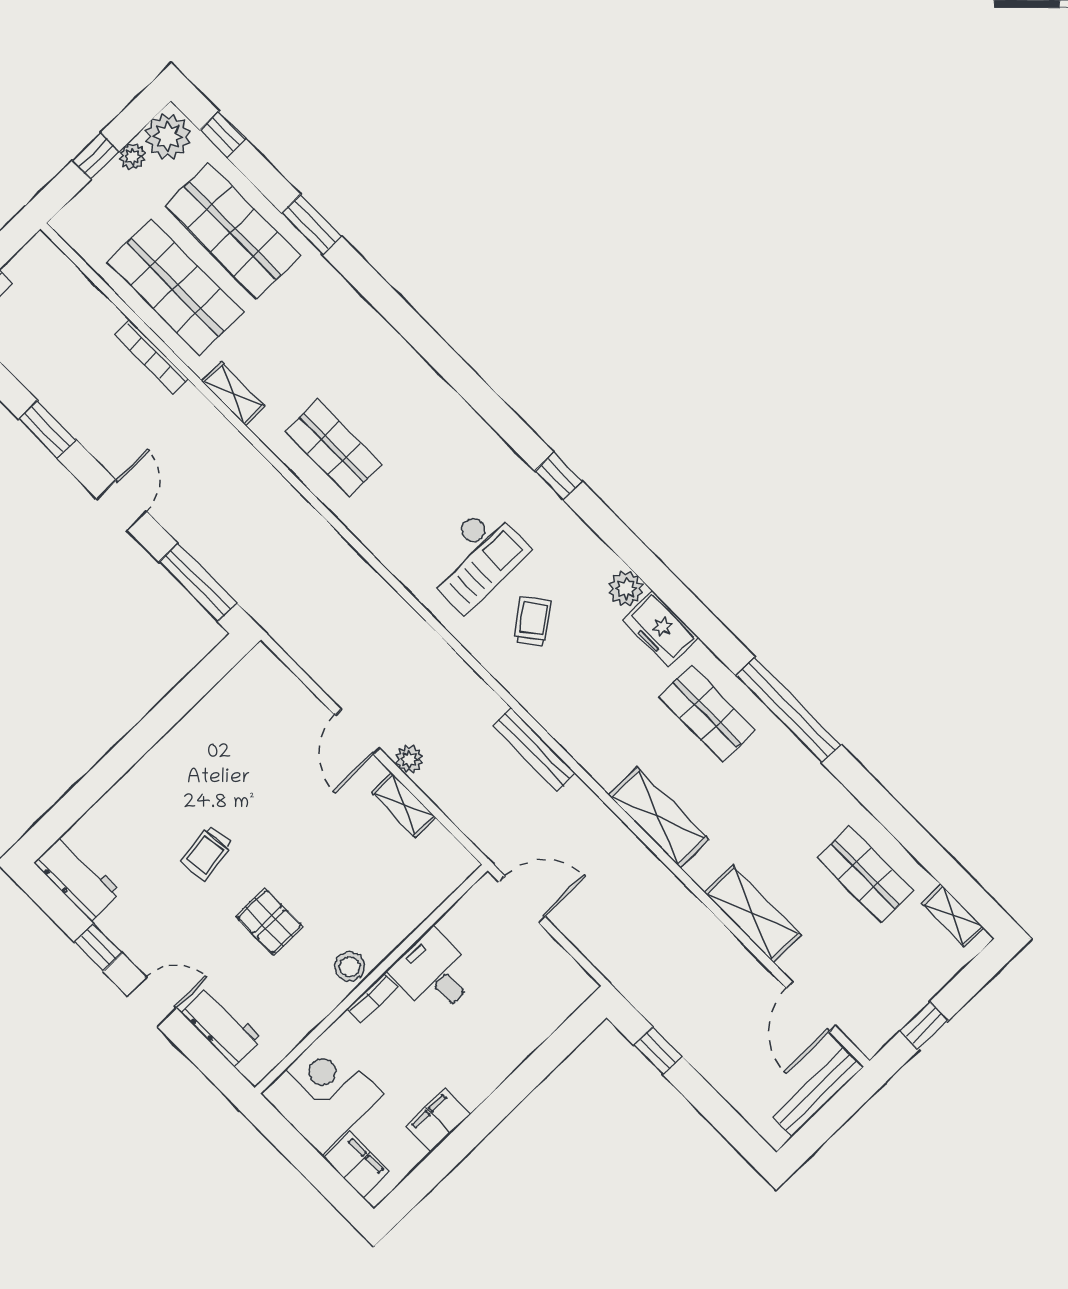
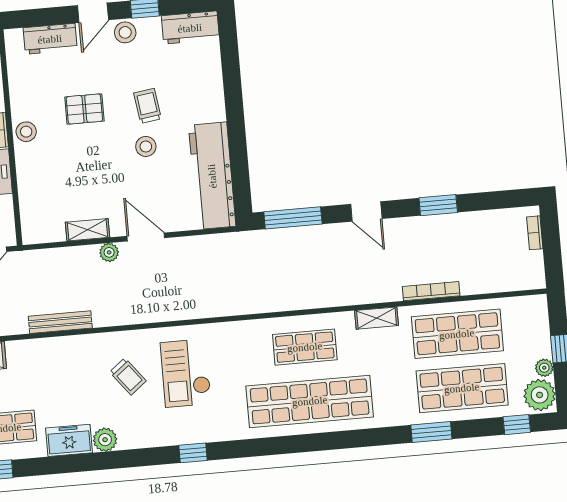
shop shelf: (391, 392) -> (310, 401), added
workbench: (226, 714) -> (212, 176), added
stool: (254, 817) -> (146, 146), added
stool: (144, 947) -> (125, 32), added

